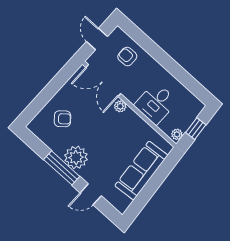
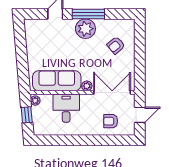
door: (97, 39) -> (140, 115), hinge flipped
armchair: (127, 57) -> (111, 121), turned 180
sofa: (141, 171) -> (57, 81), moved, turned -85

